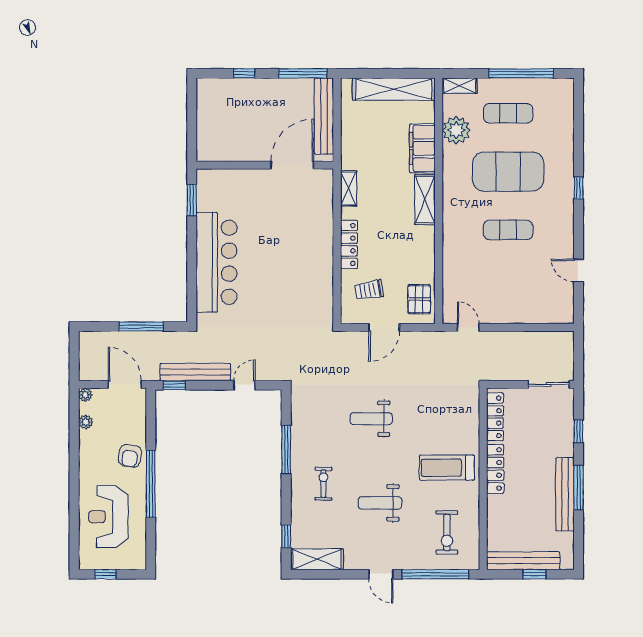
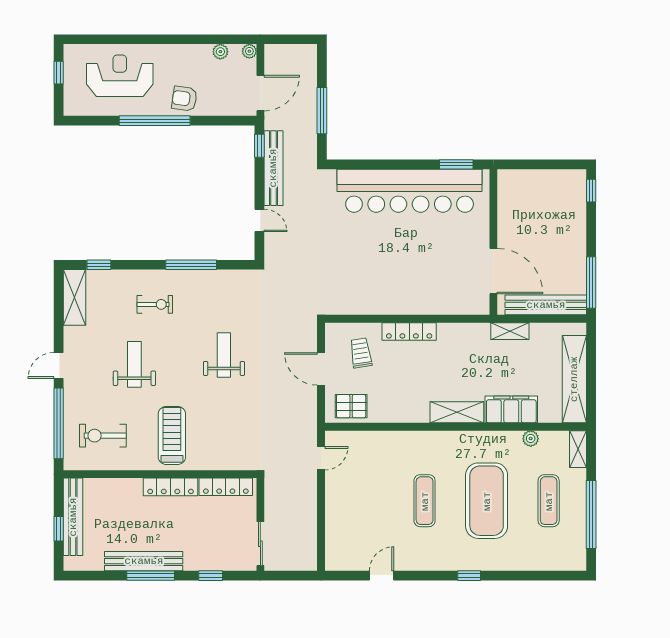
window: (244, 73) -> (591, 191), moved
plant: (456, 130) -> (531, 439), width x0.53, depth x0.53
shelving: (349, 188) -> (510, 331), moved
bar counter: (217, 262) -> (410, 191), width x1.36

